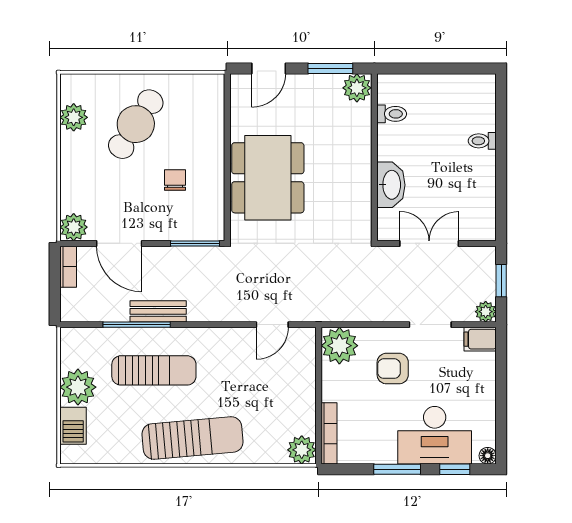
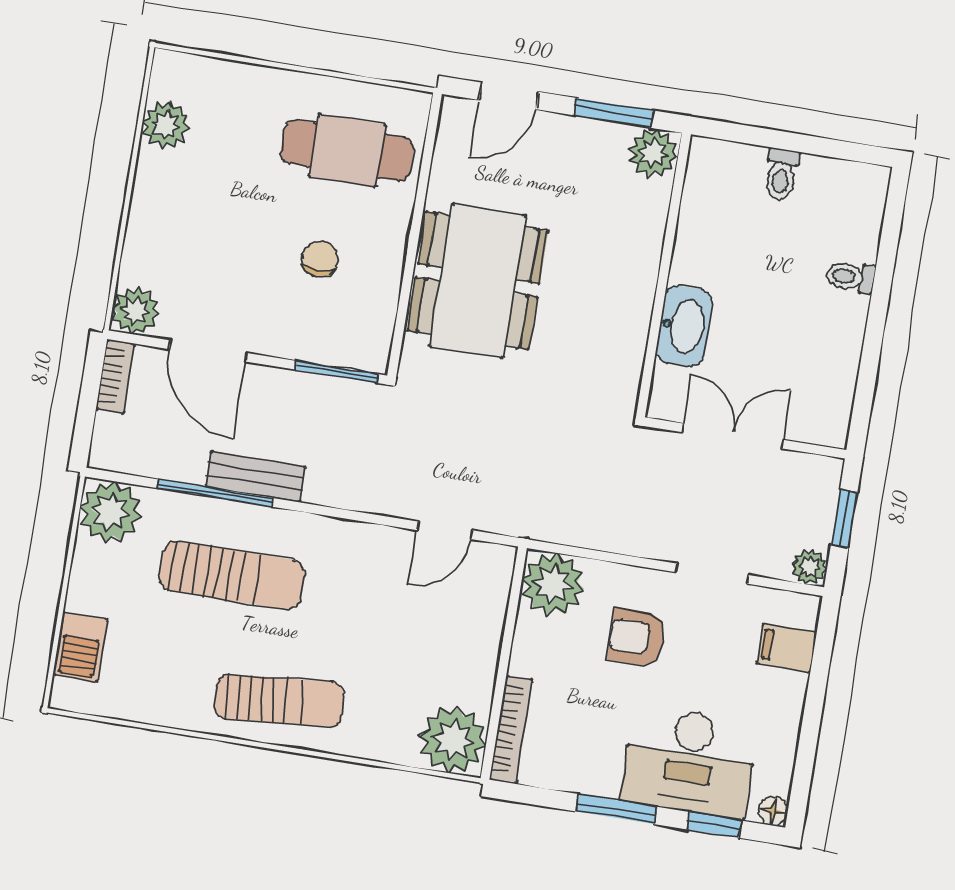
toilet: (392, 114) -> (781, 174), moved, turned 90
cafe table: (136, 124) -> (347, 150), moved, turned 57
filing cabinet: (480, 339) -> (787, 648), moved
plant: (78, 387) -> (110, 512), moved
sun lounger: (193, 438) -> (279, 700), width x0.73, depth x0.75
plant: (302, 450) -> (453, 740), width x1.36, depth x1.36

